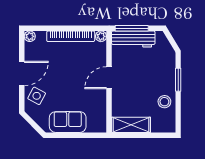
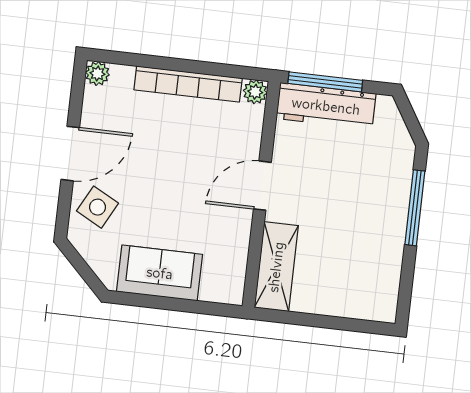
window: (178, 80) -> (415, 208), width x1.44
stool: (164, 102) -> (379, 253), removed
shelving: (131, 125) -> (276, 267), moved, turned 90

